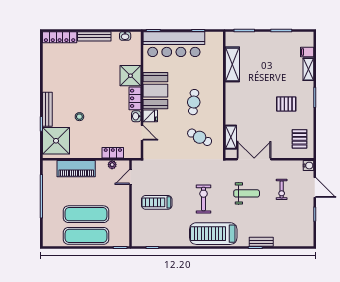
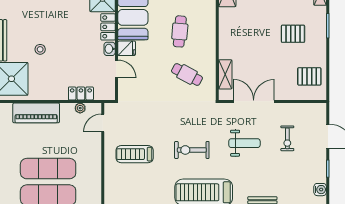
pallet: (300, 139) -> (309, 76), turned 90
water cooler: (308, 166) -> (320, 190), moved
exercise bike: (204, 199) -> (192, 150), turned -90

